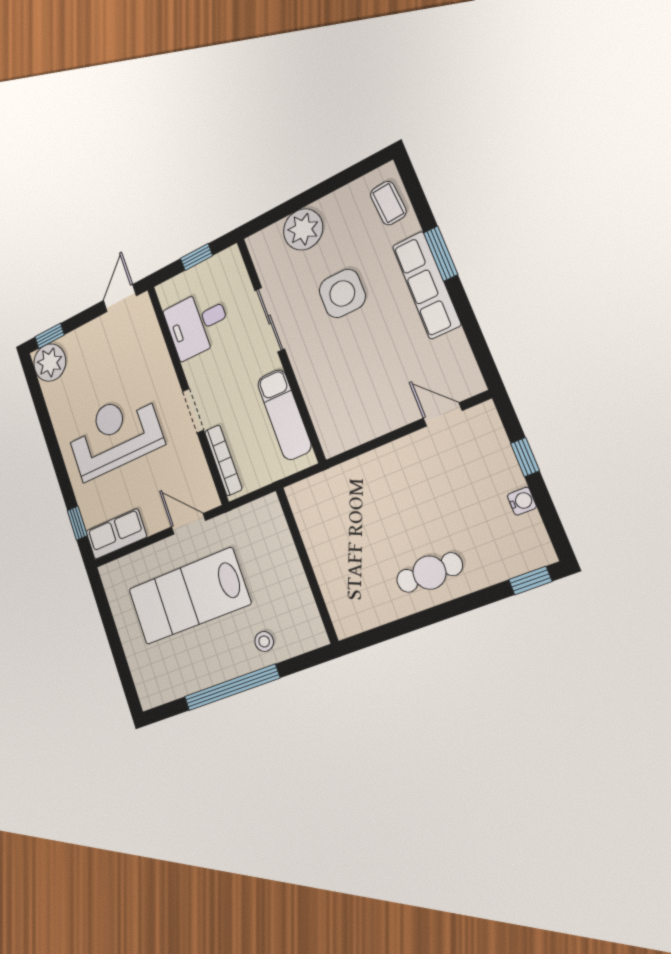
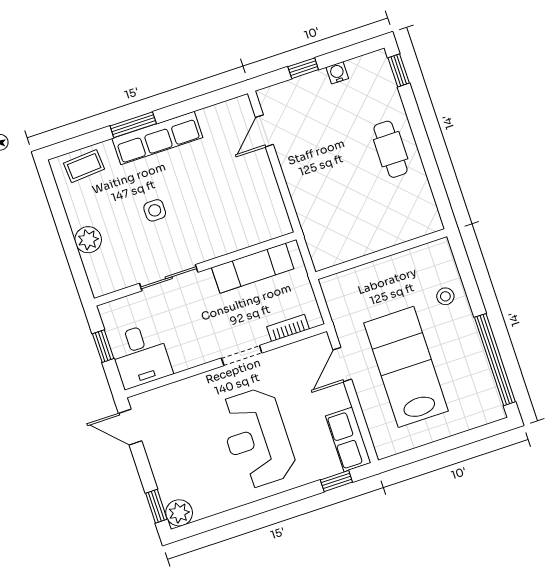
plant: (303, 229) -> (88, 240), width x0.73, depth x0.73
side table: (342, 293) -> (155, 210), width x0.54, depth x0.54
desk: (197, 324) -> (140, 356), moved
plant: (50, 363) -> (179, 513), width x0.73, depth x0.73
bookcase: (223, 460) -> (288, 328), width x0.64
lab bench: (189, 596) -> (406, 367), turned 180
window: (232, 687) -> (495, 360), moved

